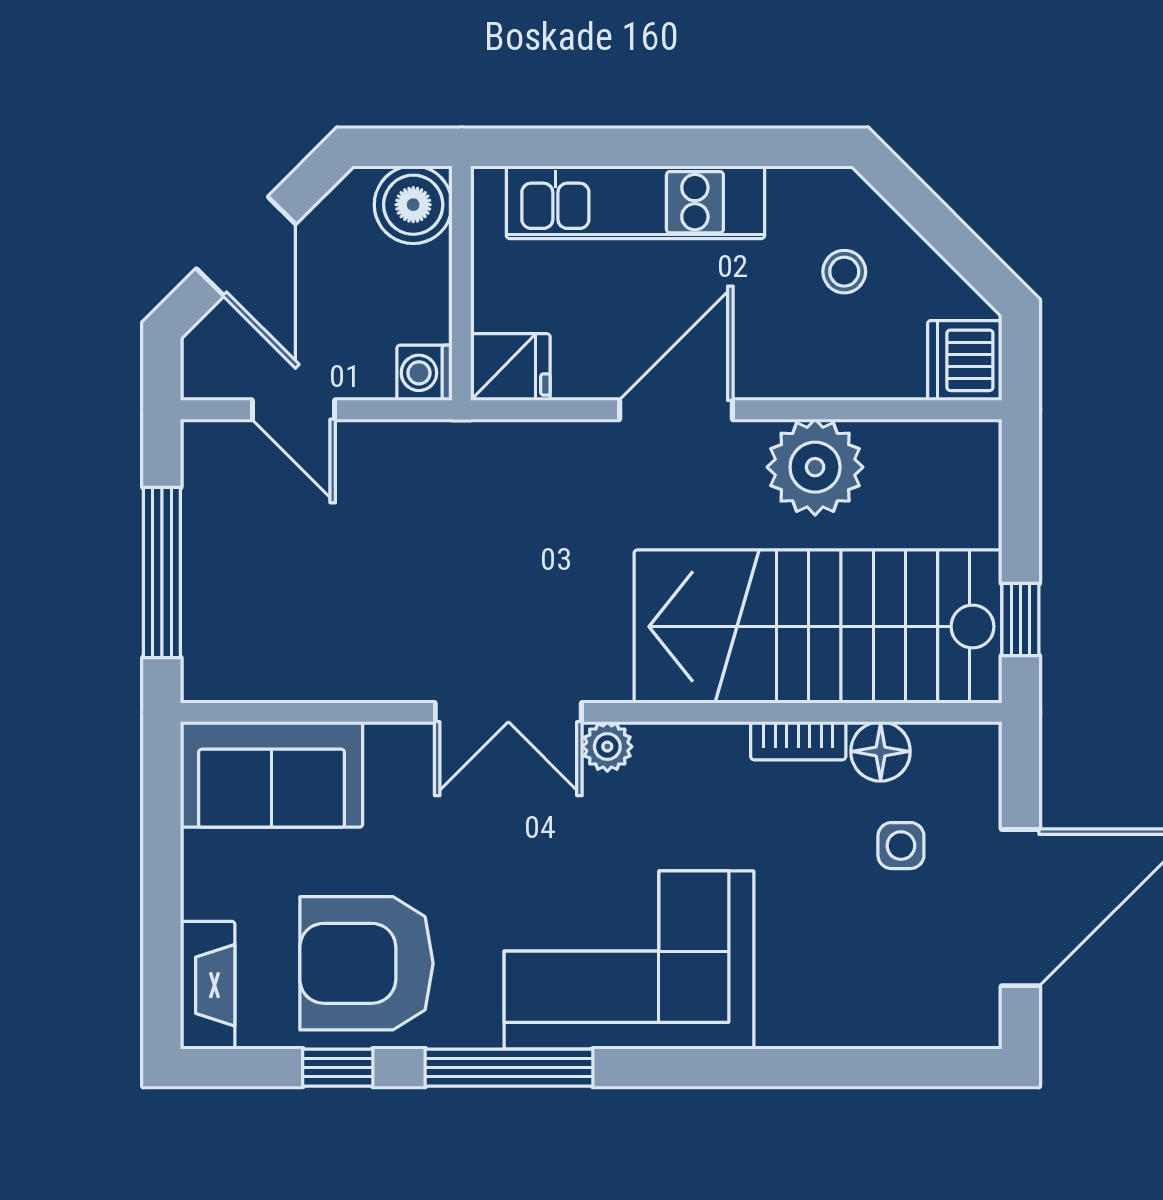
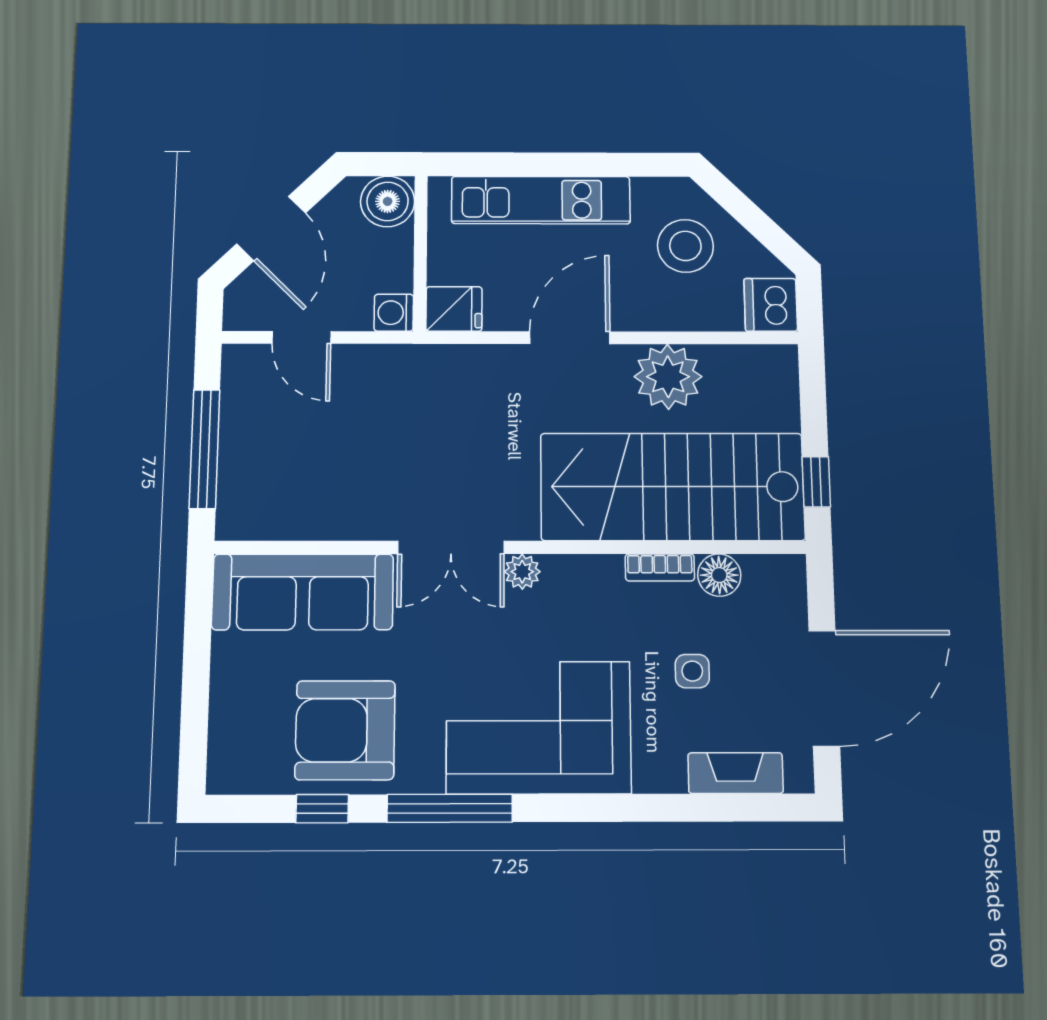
stool: (844, 272) -> (685, 246), width x1.89, depth x1.89
sofa: (272, 774) -> (303, 592), width x1.36
side table: (901, 846) -> (692, 671), moved
fireplace: (208, 985) -> (736, 773), moved, turned -90

